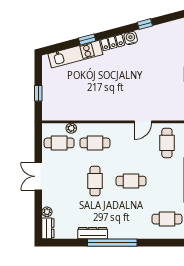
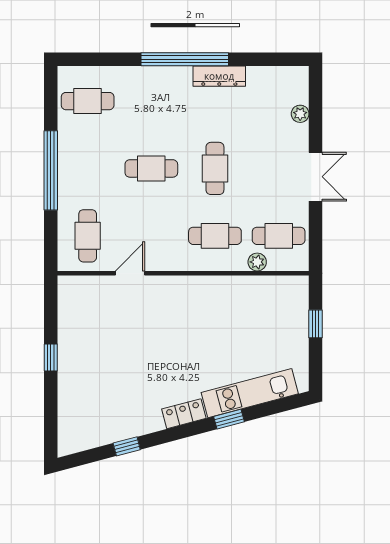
water cooler: (131, 38) -> (152, 422), removed
dresser: (48, 228) -> (298, 85), removed

